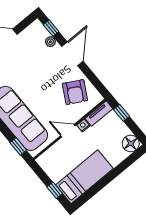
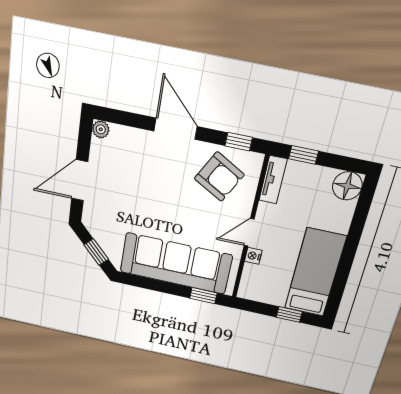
window: (51, 28) -> (239, 142), moved
plant: (50, 42) -> (101, 129), moved
nightstand: (83, 126) -> (253, 256), moved

